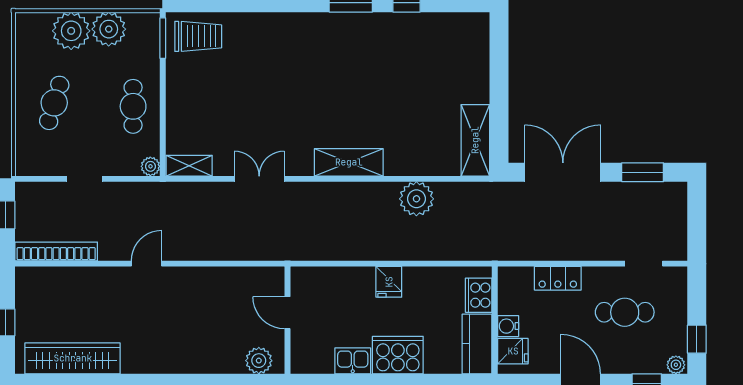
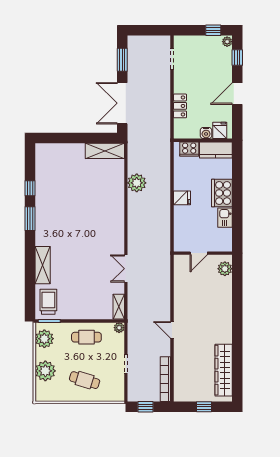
plant: (109, 29) -> (44, 339), moved
shelving: (349, 162) -> (43, 265), moved
cafe table: (625, 312) -> (198, 70), removed

